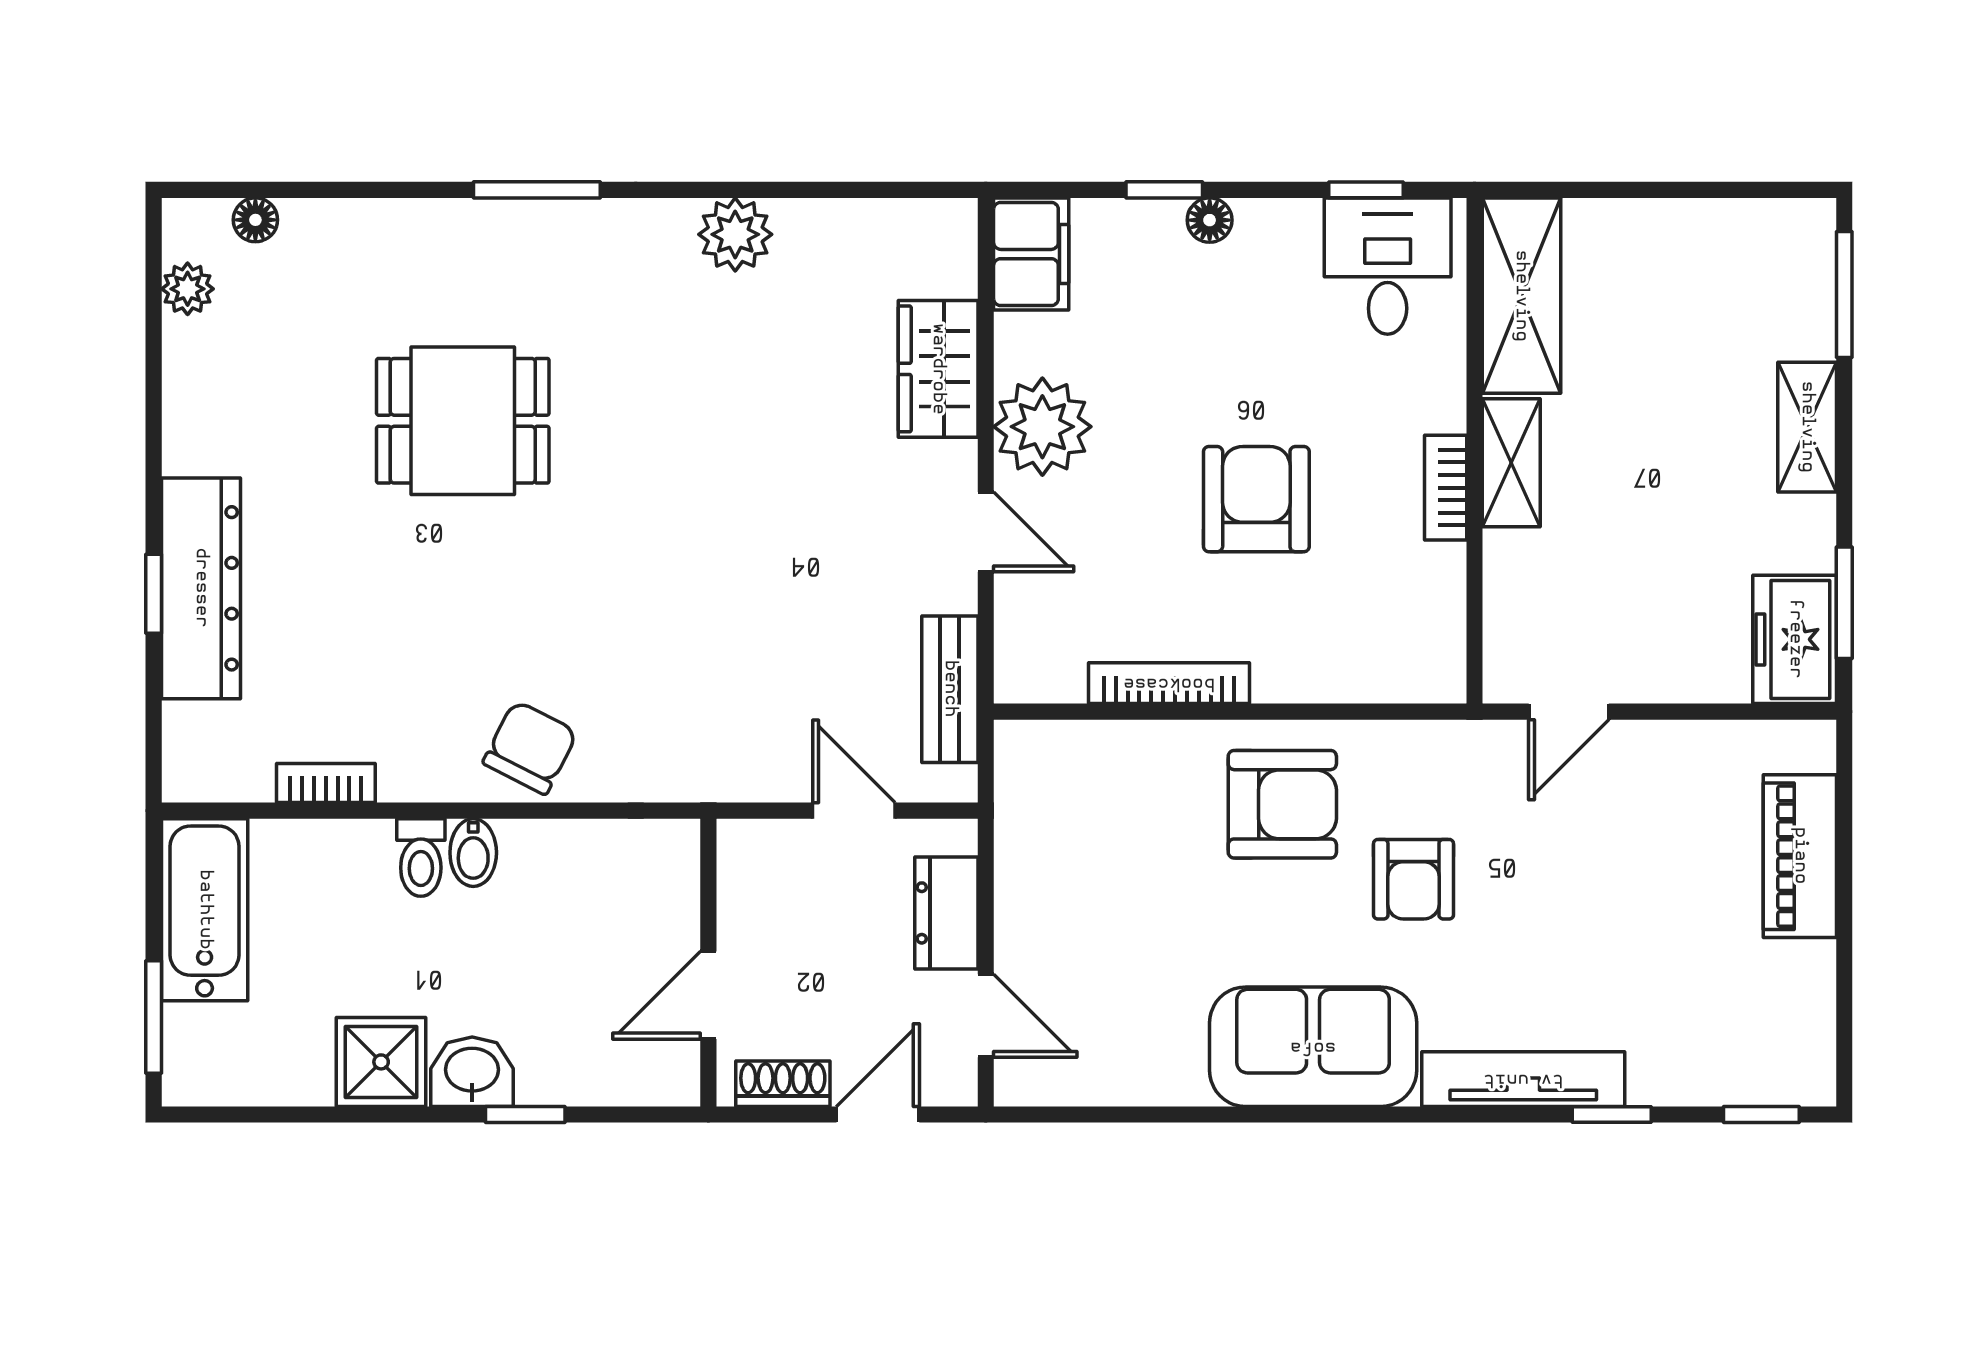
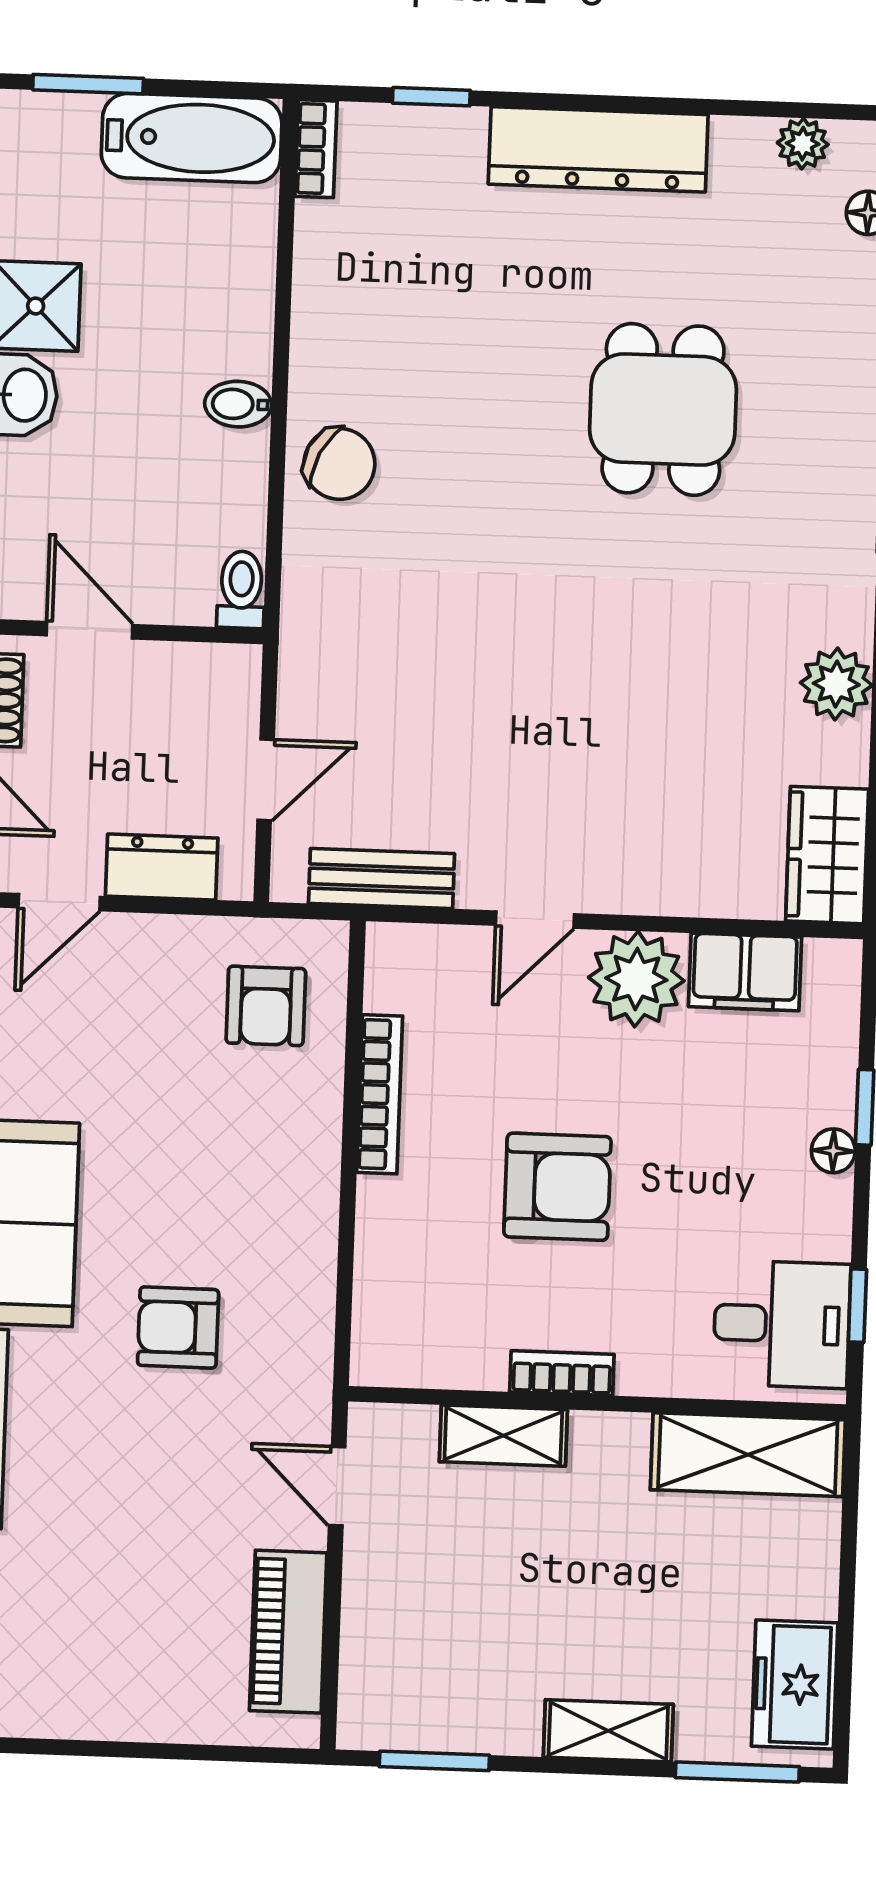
filing cabinet: (1031, 254) -> (745, 972), moved
wardrobe: (938, 369) -> (827, 855), moved, turned -90
shelving: (1511, 463) -> (503, 1436), moved
dresser: (201, 588) -> (598, 149), moved
window: (154, 594) -> (431, 97), moved
freezer: (1795, 639) -> (795, 1684), moved, turned -90
bookcase: (326, 783) -> (316, 149), moved
armchair: (1282, 804) -> (266, 1006), moved, width x0.72, depth x0.72
piano: (1800, 856) -> (288, 1632), moved, turned -90
toilet: (421, 858) -> (241, 590), moved, turned 90

